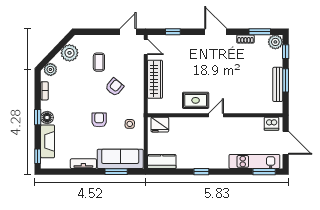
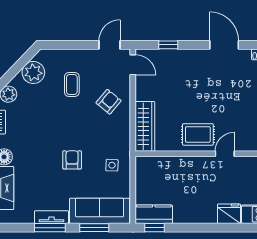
wardrobe: (155, 79) -> (145, 126), moved
armchair: (115, 87) -> (109, 102), moved
fridge: (160, 125) -> (229, 214), moved, turned 180
window: (82, 172) -> (50, 228), added
window: (201, 172) -> (155, 228), moved

